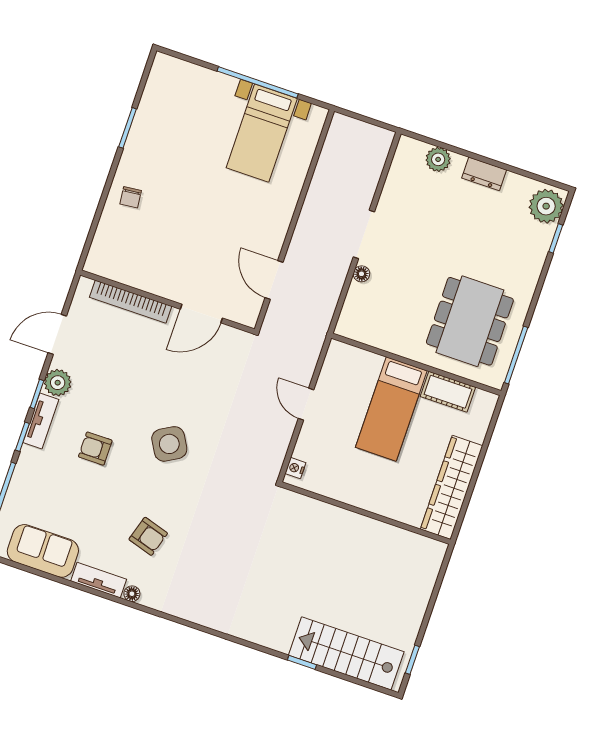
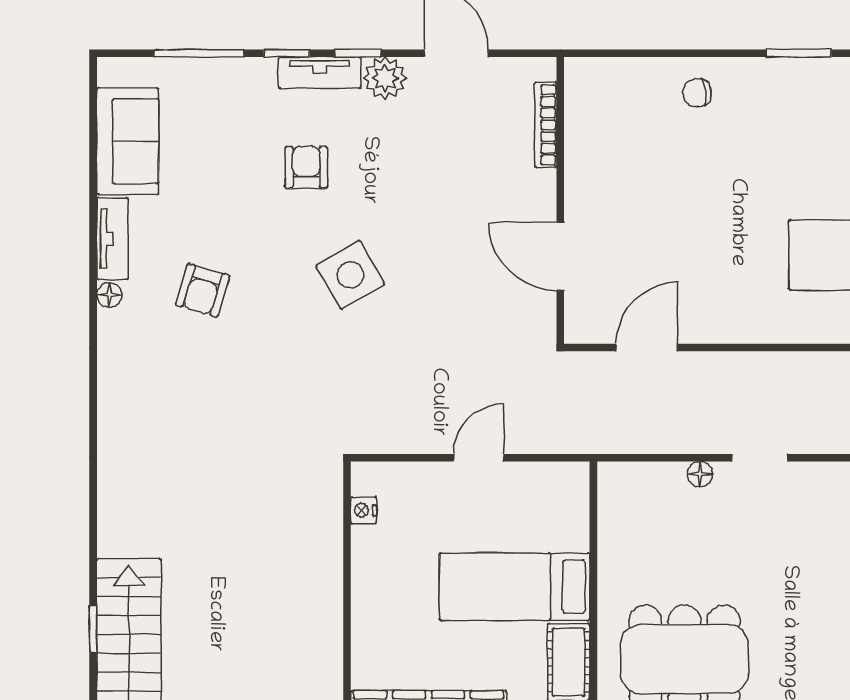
doorway: (364, 234) -> (760, 458), width x0.73
bookcase: (131, 302) -> (546, 125), width x0.68, depth x0.76
nightstand: (295, 468) -> (363, 510), moved, turned -90
window: (302, 662) -> (93, 629), moved

